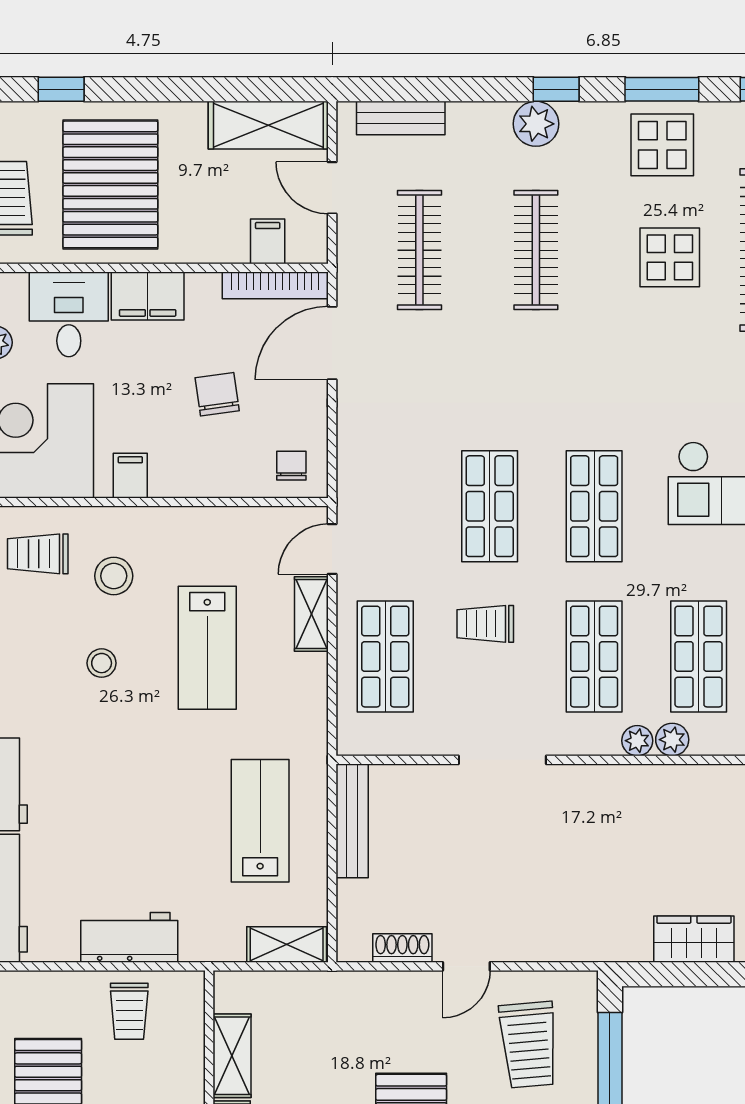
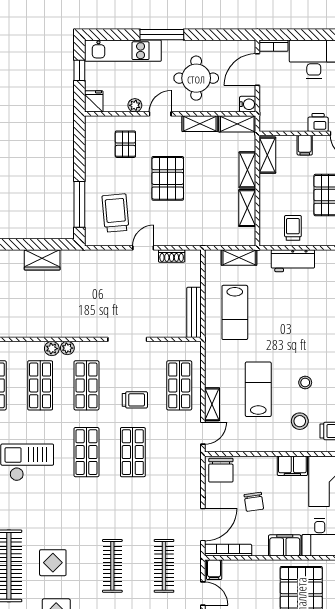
filing cabinet: (268, 241) -> (214, 570), moved
chair: (291, 466) -> (221, 470), width x1.87, depth x1.87
filing cabinet: (130, 476) -> (292, 466), width x2.00
shelving: (287, 944) -> (239, 258), moved

